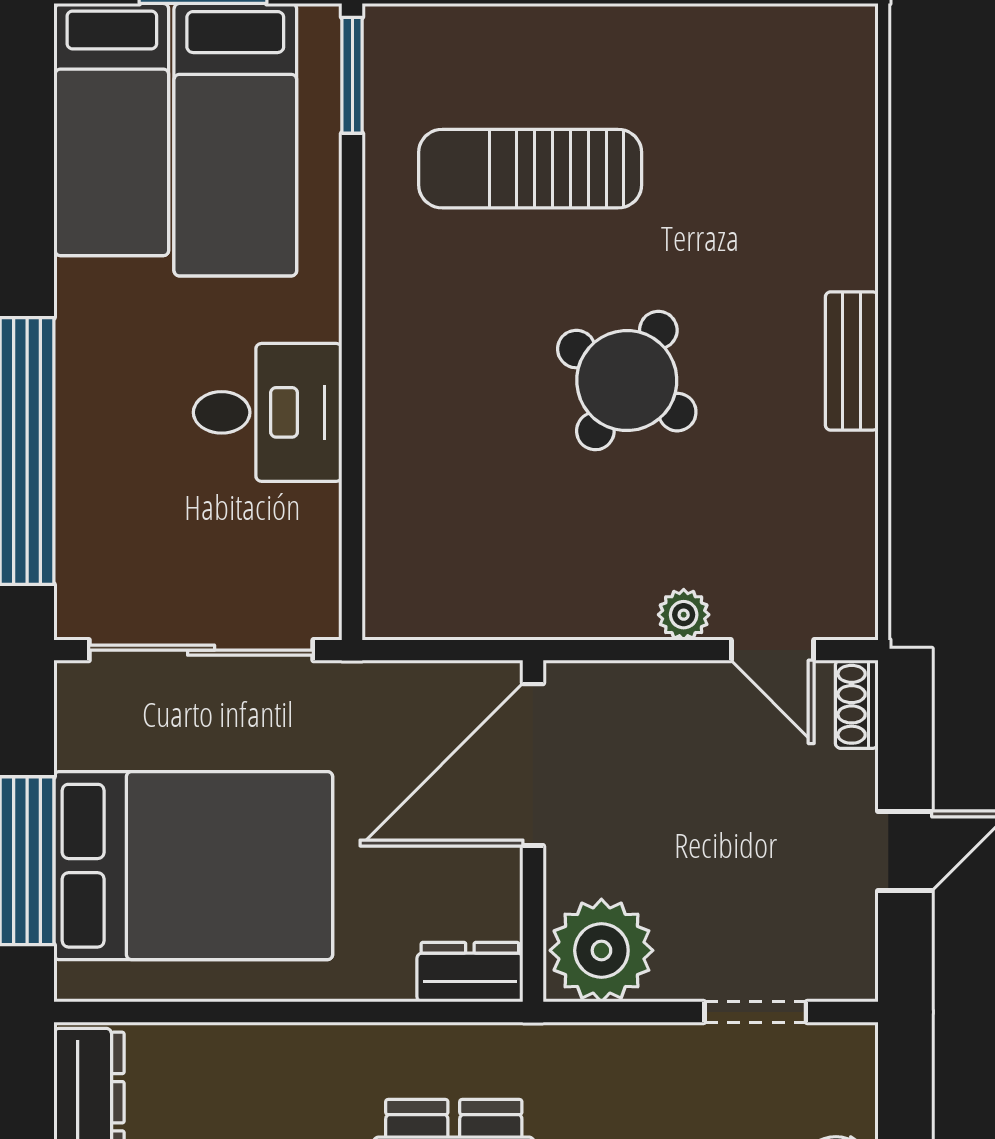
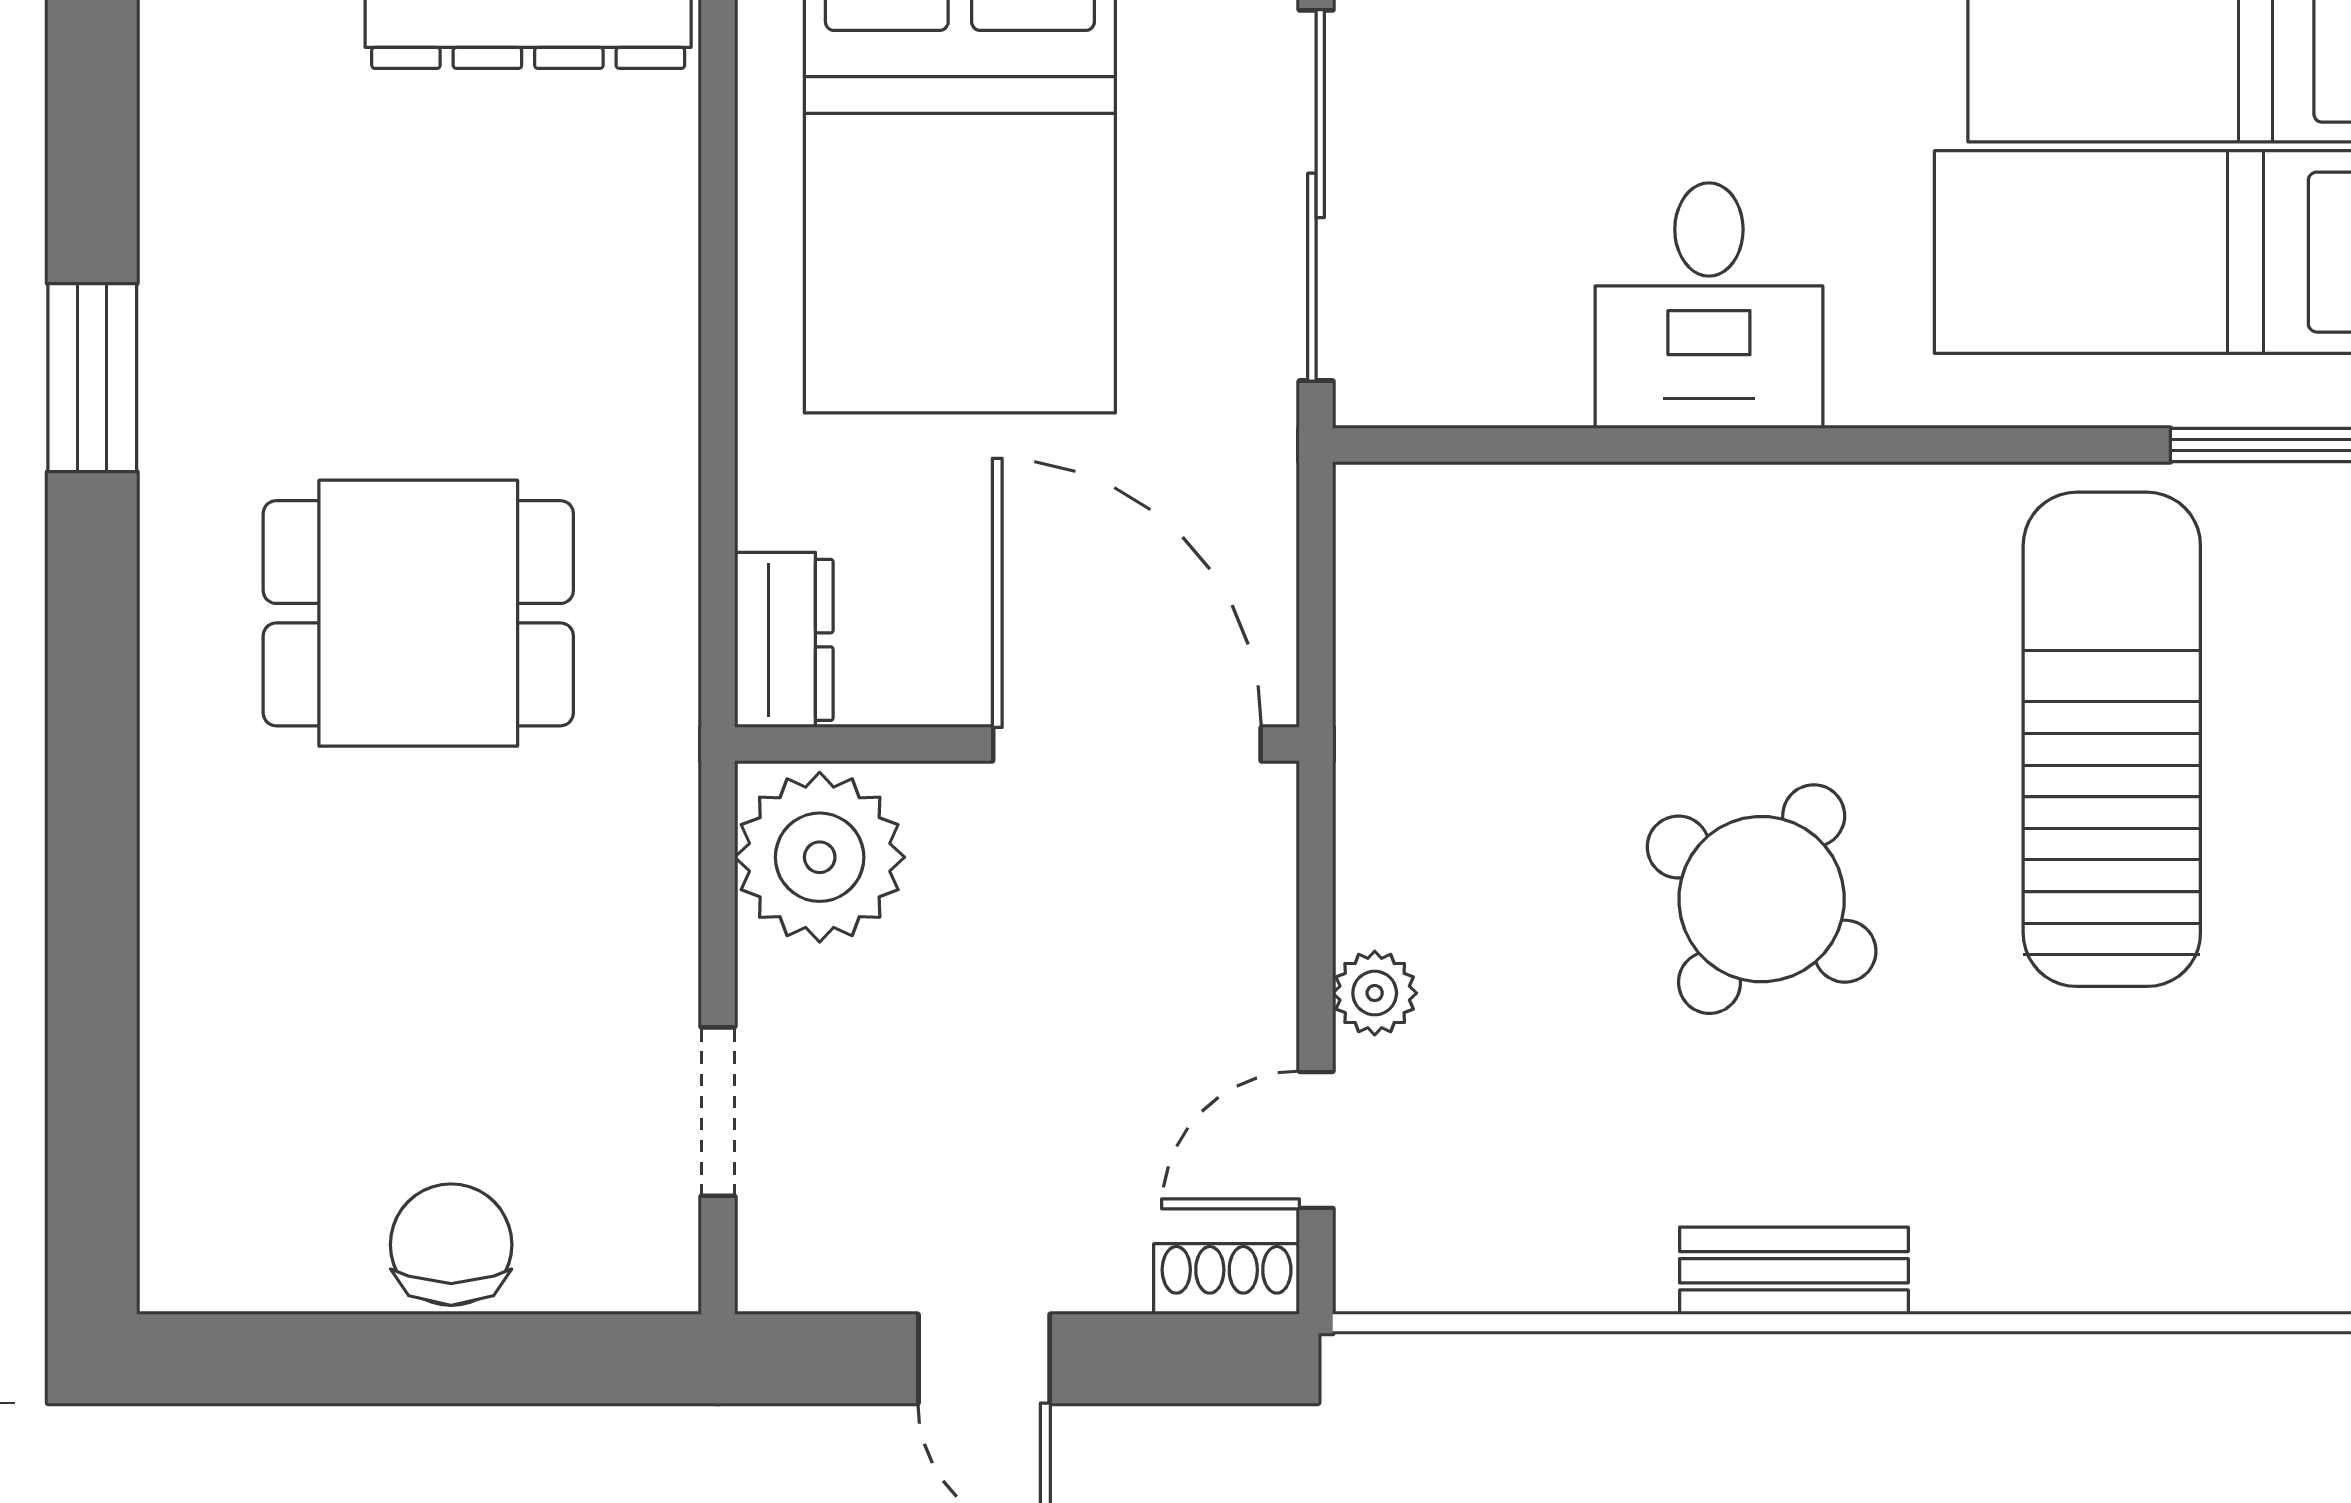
sun lounger: (530, 169) -> (2112, 739), width x1.36, depth x1.34

